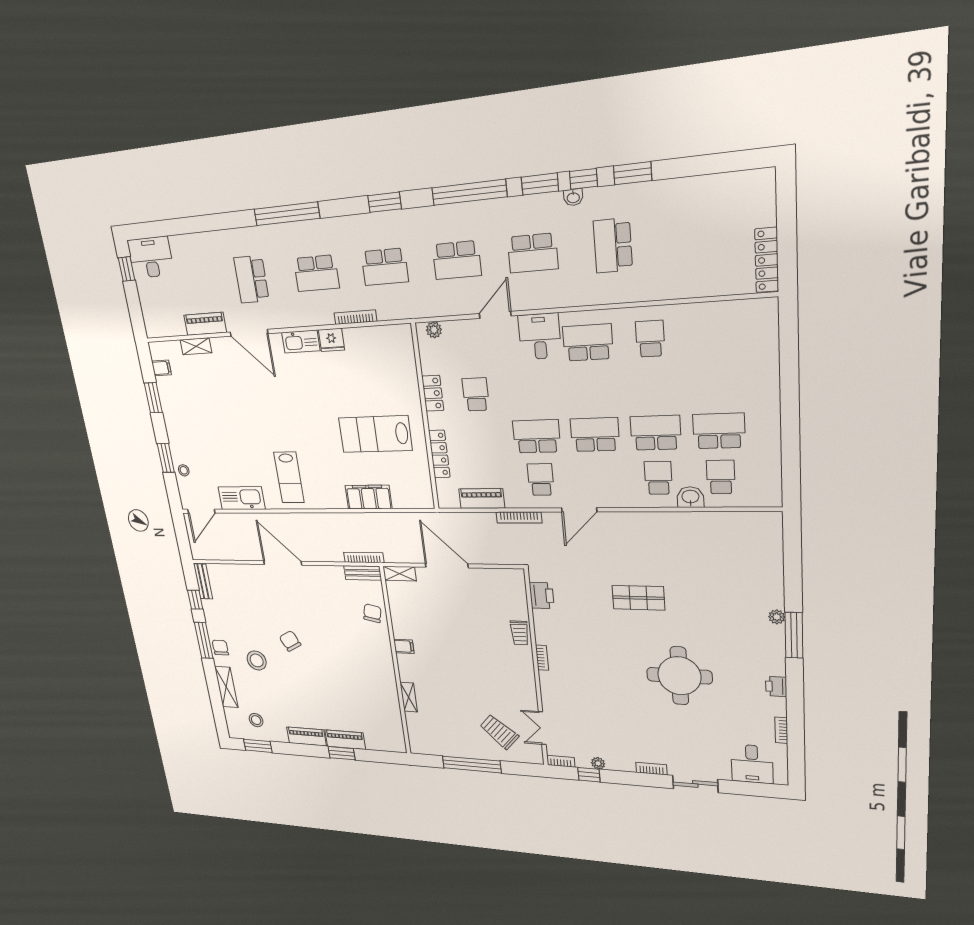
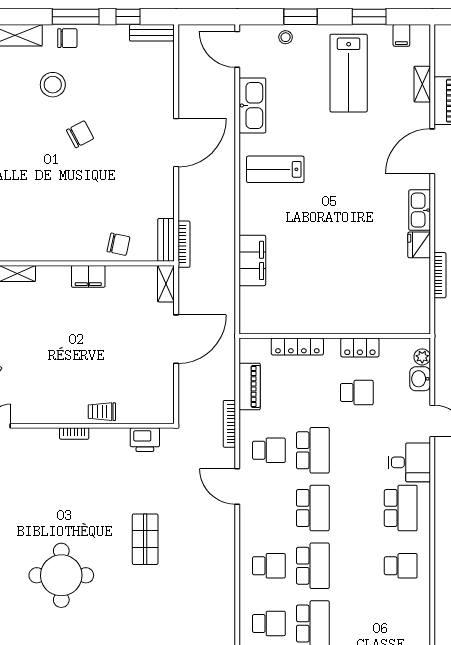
lab bench: (375, 434) -> (349, 73), moved, turned 180
washbasin: (690, 497) -> (420, 379), moved, turned 180
filing cabinet: (404, 646) -> (88, 276), width x2.00

